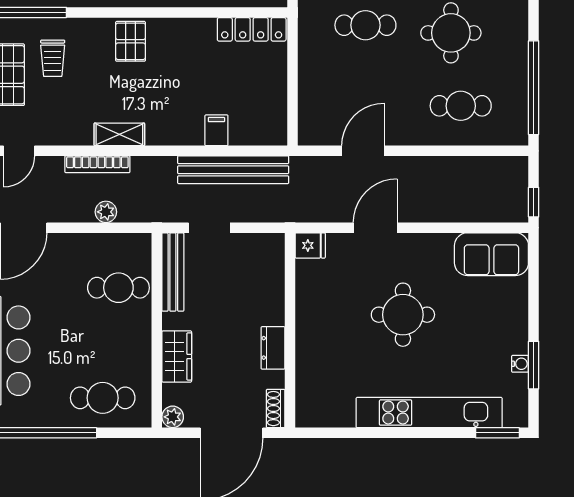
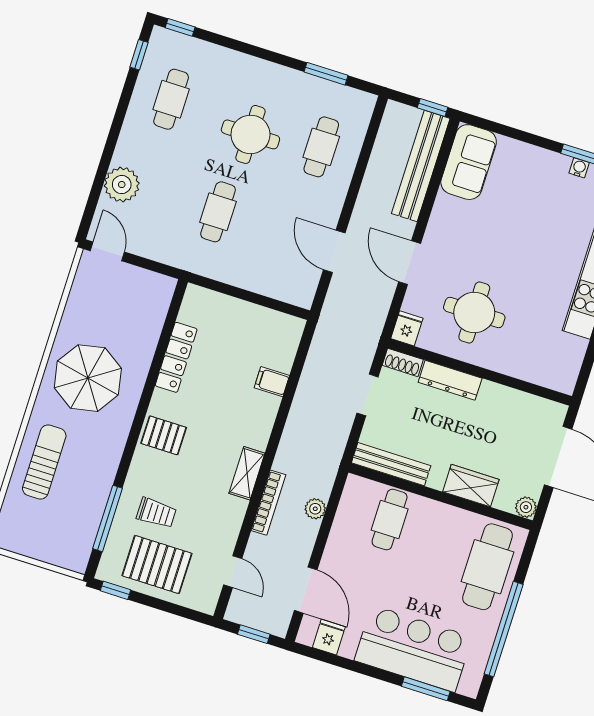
locker: (252, 29) -> (176, 357), moved
window: (534, 88) -> (326, 74), width x0.47
bench: (233, 170) -> (421, 166), moved
doorway: (209, 228) -> (368, 395), moved
round table: (403, 315) -> (474, 313), moved
dresser: (273, 348) -> (450, 380), moved, width x1.44
cafe table: (103, 398) -> (488, 567), width x1.37, depth x1.35
shoe rack: (276, 409) -> (403, 362), moved

